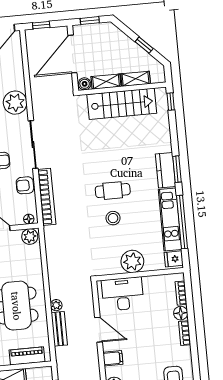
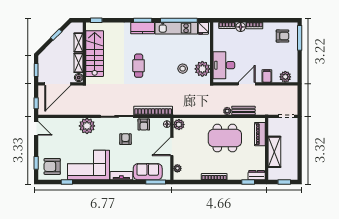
door: (72, 54) -> (58, 84), hinge flipped
cafe table: (113, 191) -> (139, 66), moved
stool: (113, 218) -> (183, 69), moved
plant: (132, 261) -> (202, 69), moved

